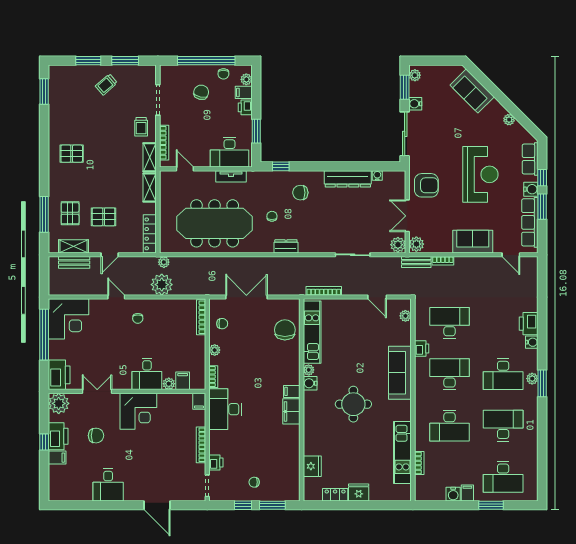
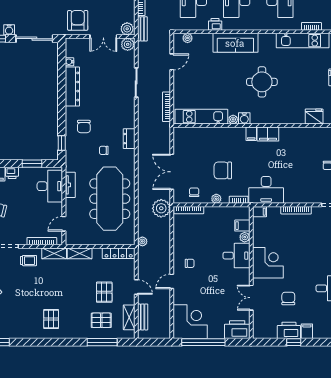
plant: (162, 285) -> (161, 208), moved
chair: (285, 330) -> (223, 170), moved
plant: (59, 403) -> (261, 330), removed
printer: (216, 462) -> (311, 198), removed

